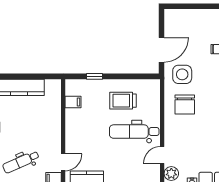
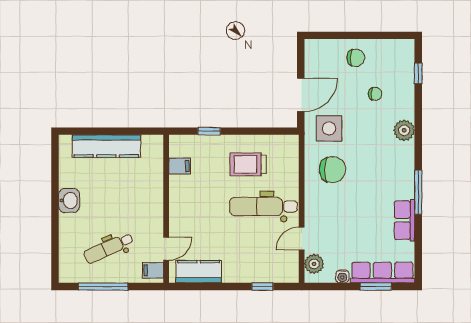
chair: (202, 23) -> (356, 58), added
chair: (185, 105) -> (333, 170), turned -90

